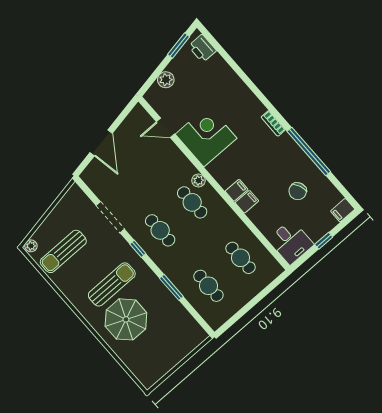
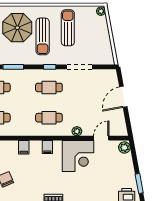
plant: (166, 80) -> (124, 147), moved
door: (101, 143) -> (123, 97), hinge flipped
plant: (198, 180) -> (77, 131), moved
filing cabinet: (237, 190) -> (47, 147), moved
sun lounger: (63, 251) -> (68, 28), moved

